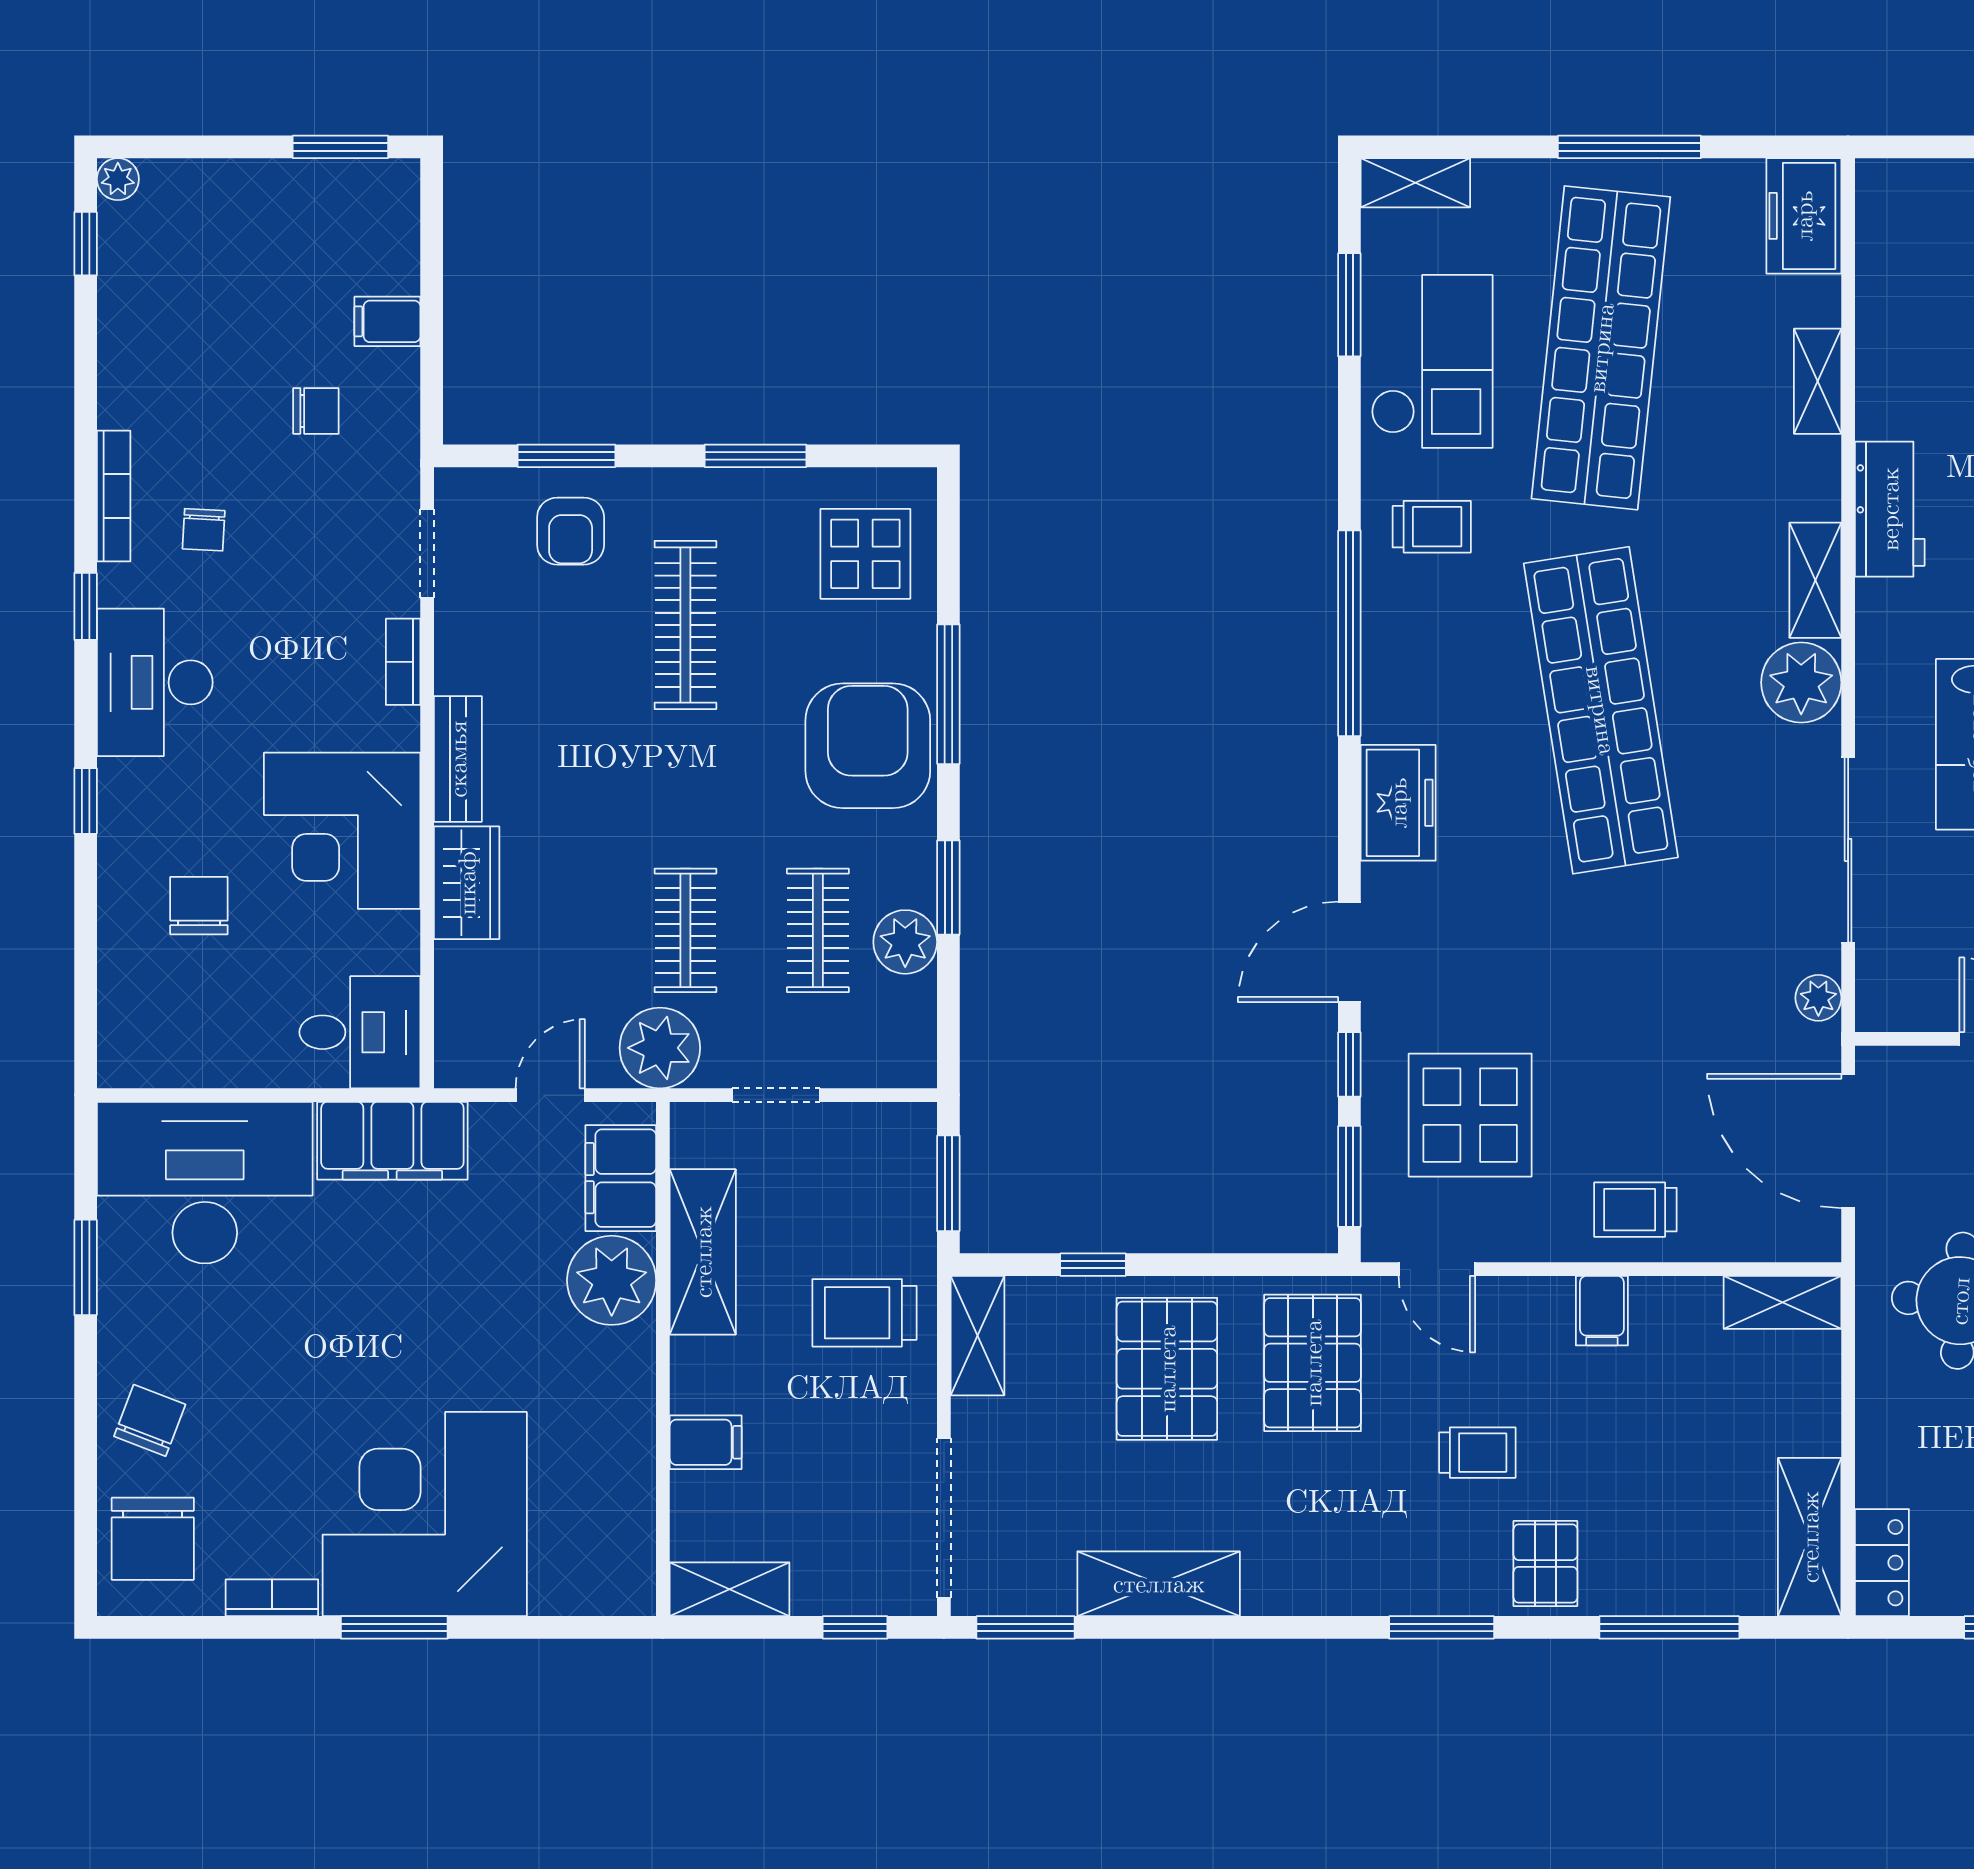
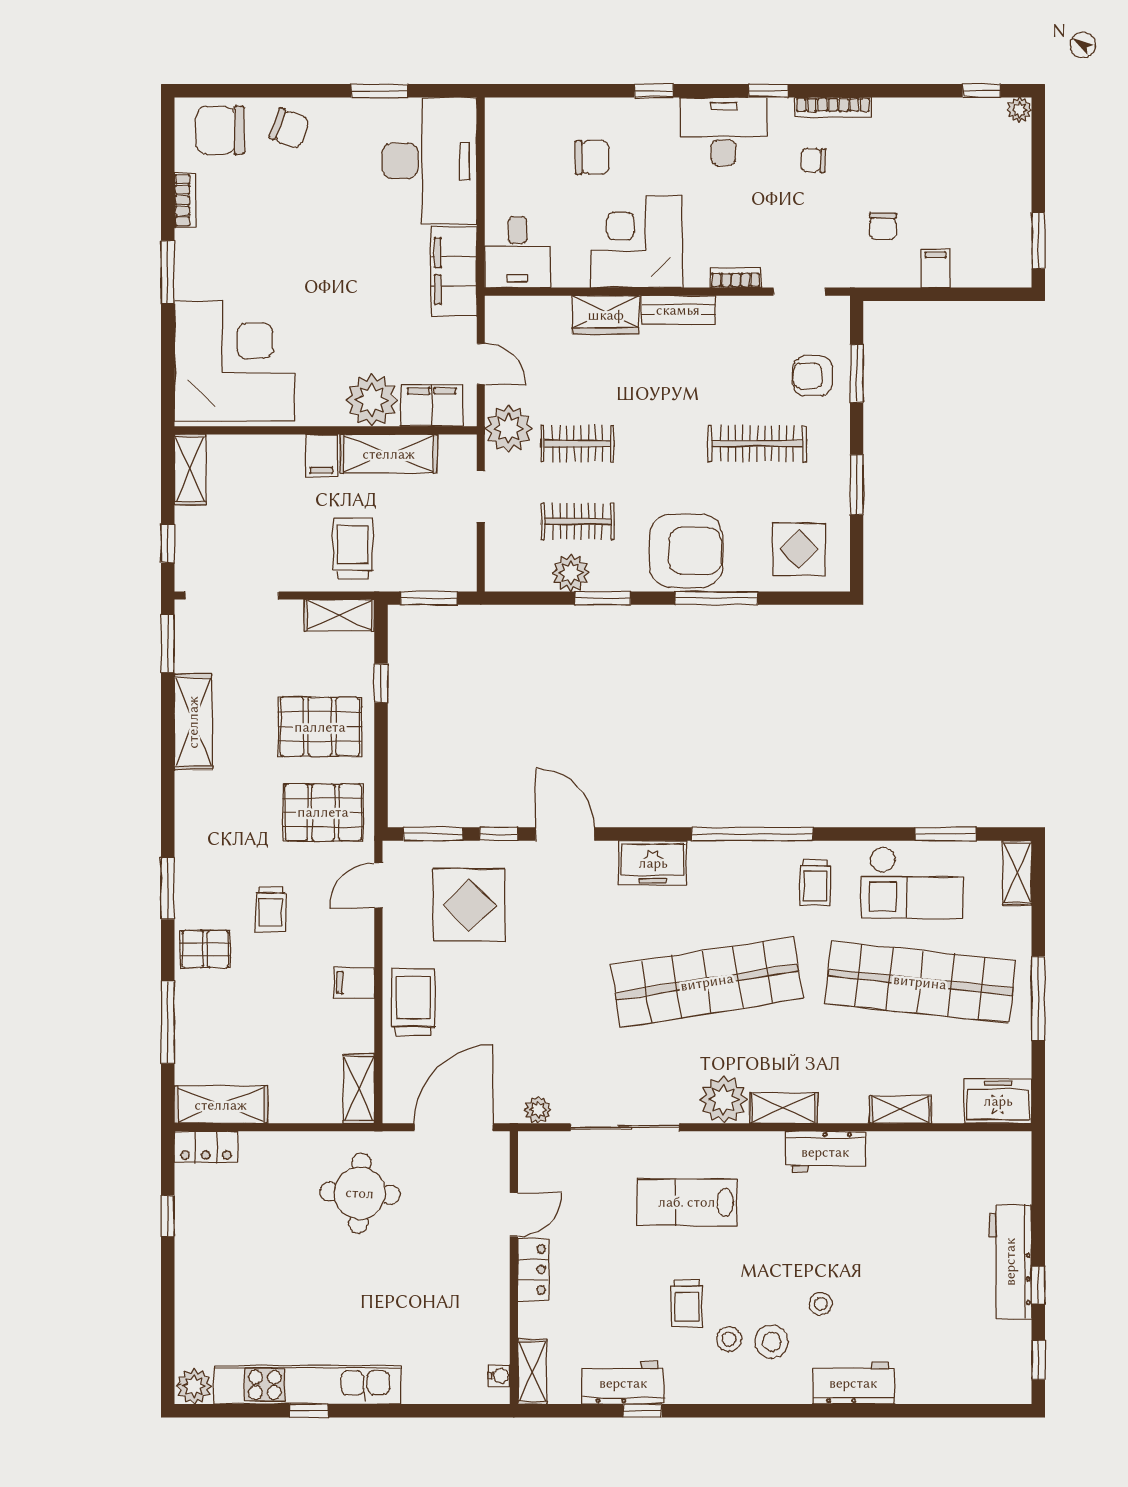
trolley: (1635, 1210) -> (413, 1002), width x1.36, depth x1.39
filing cabinet: (706, 1442) -> (321, 455), moved
corner desk: (425, 1514) -> (234, 361), moved

